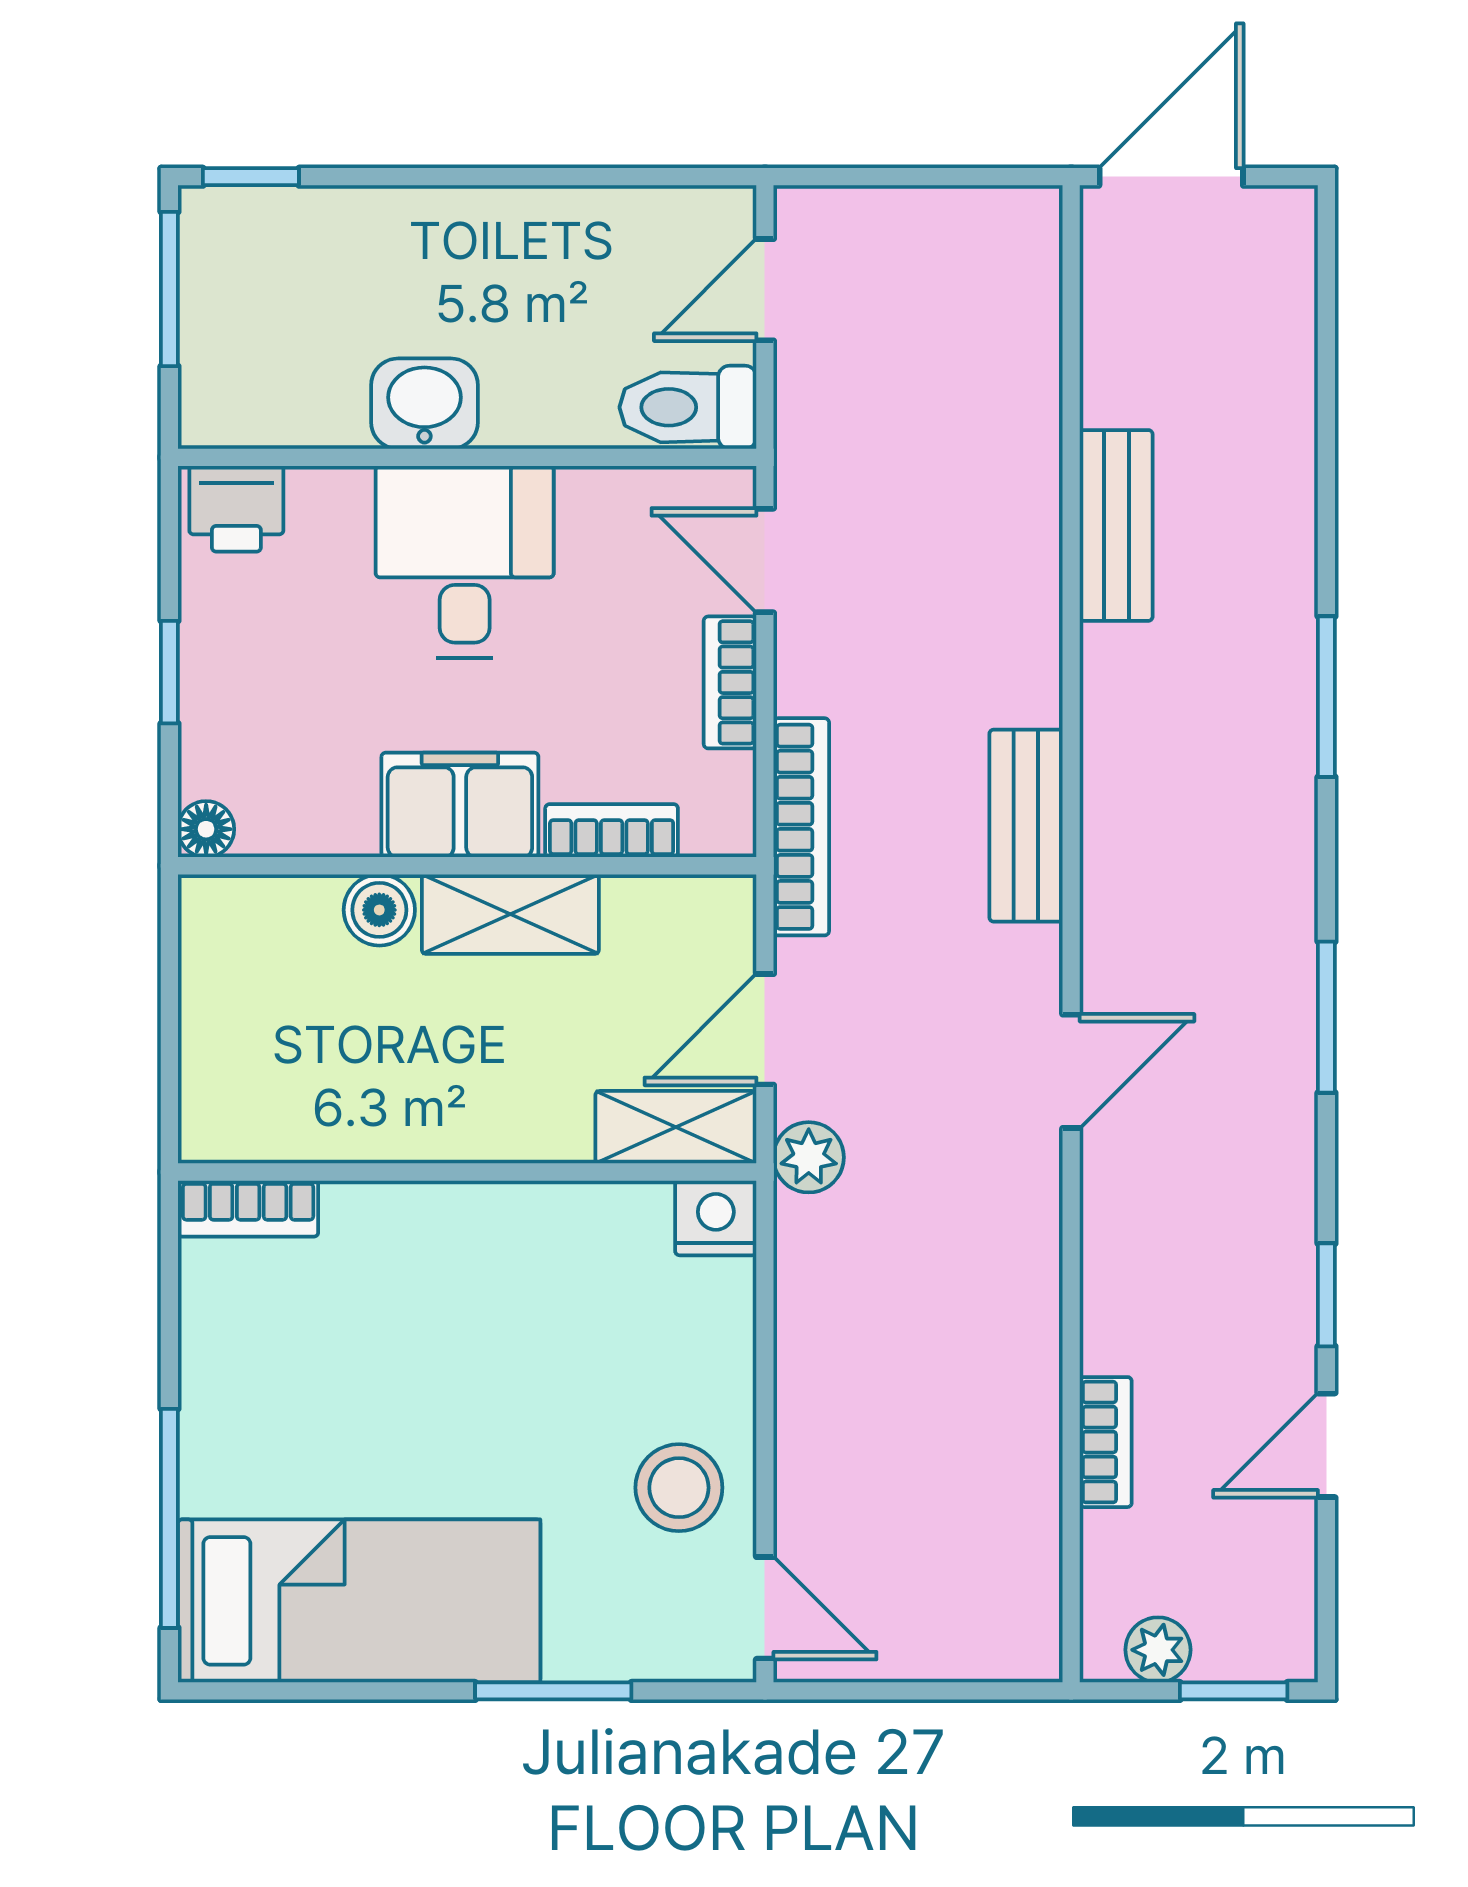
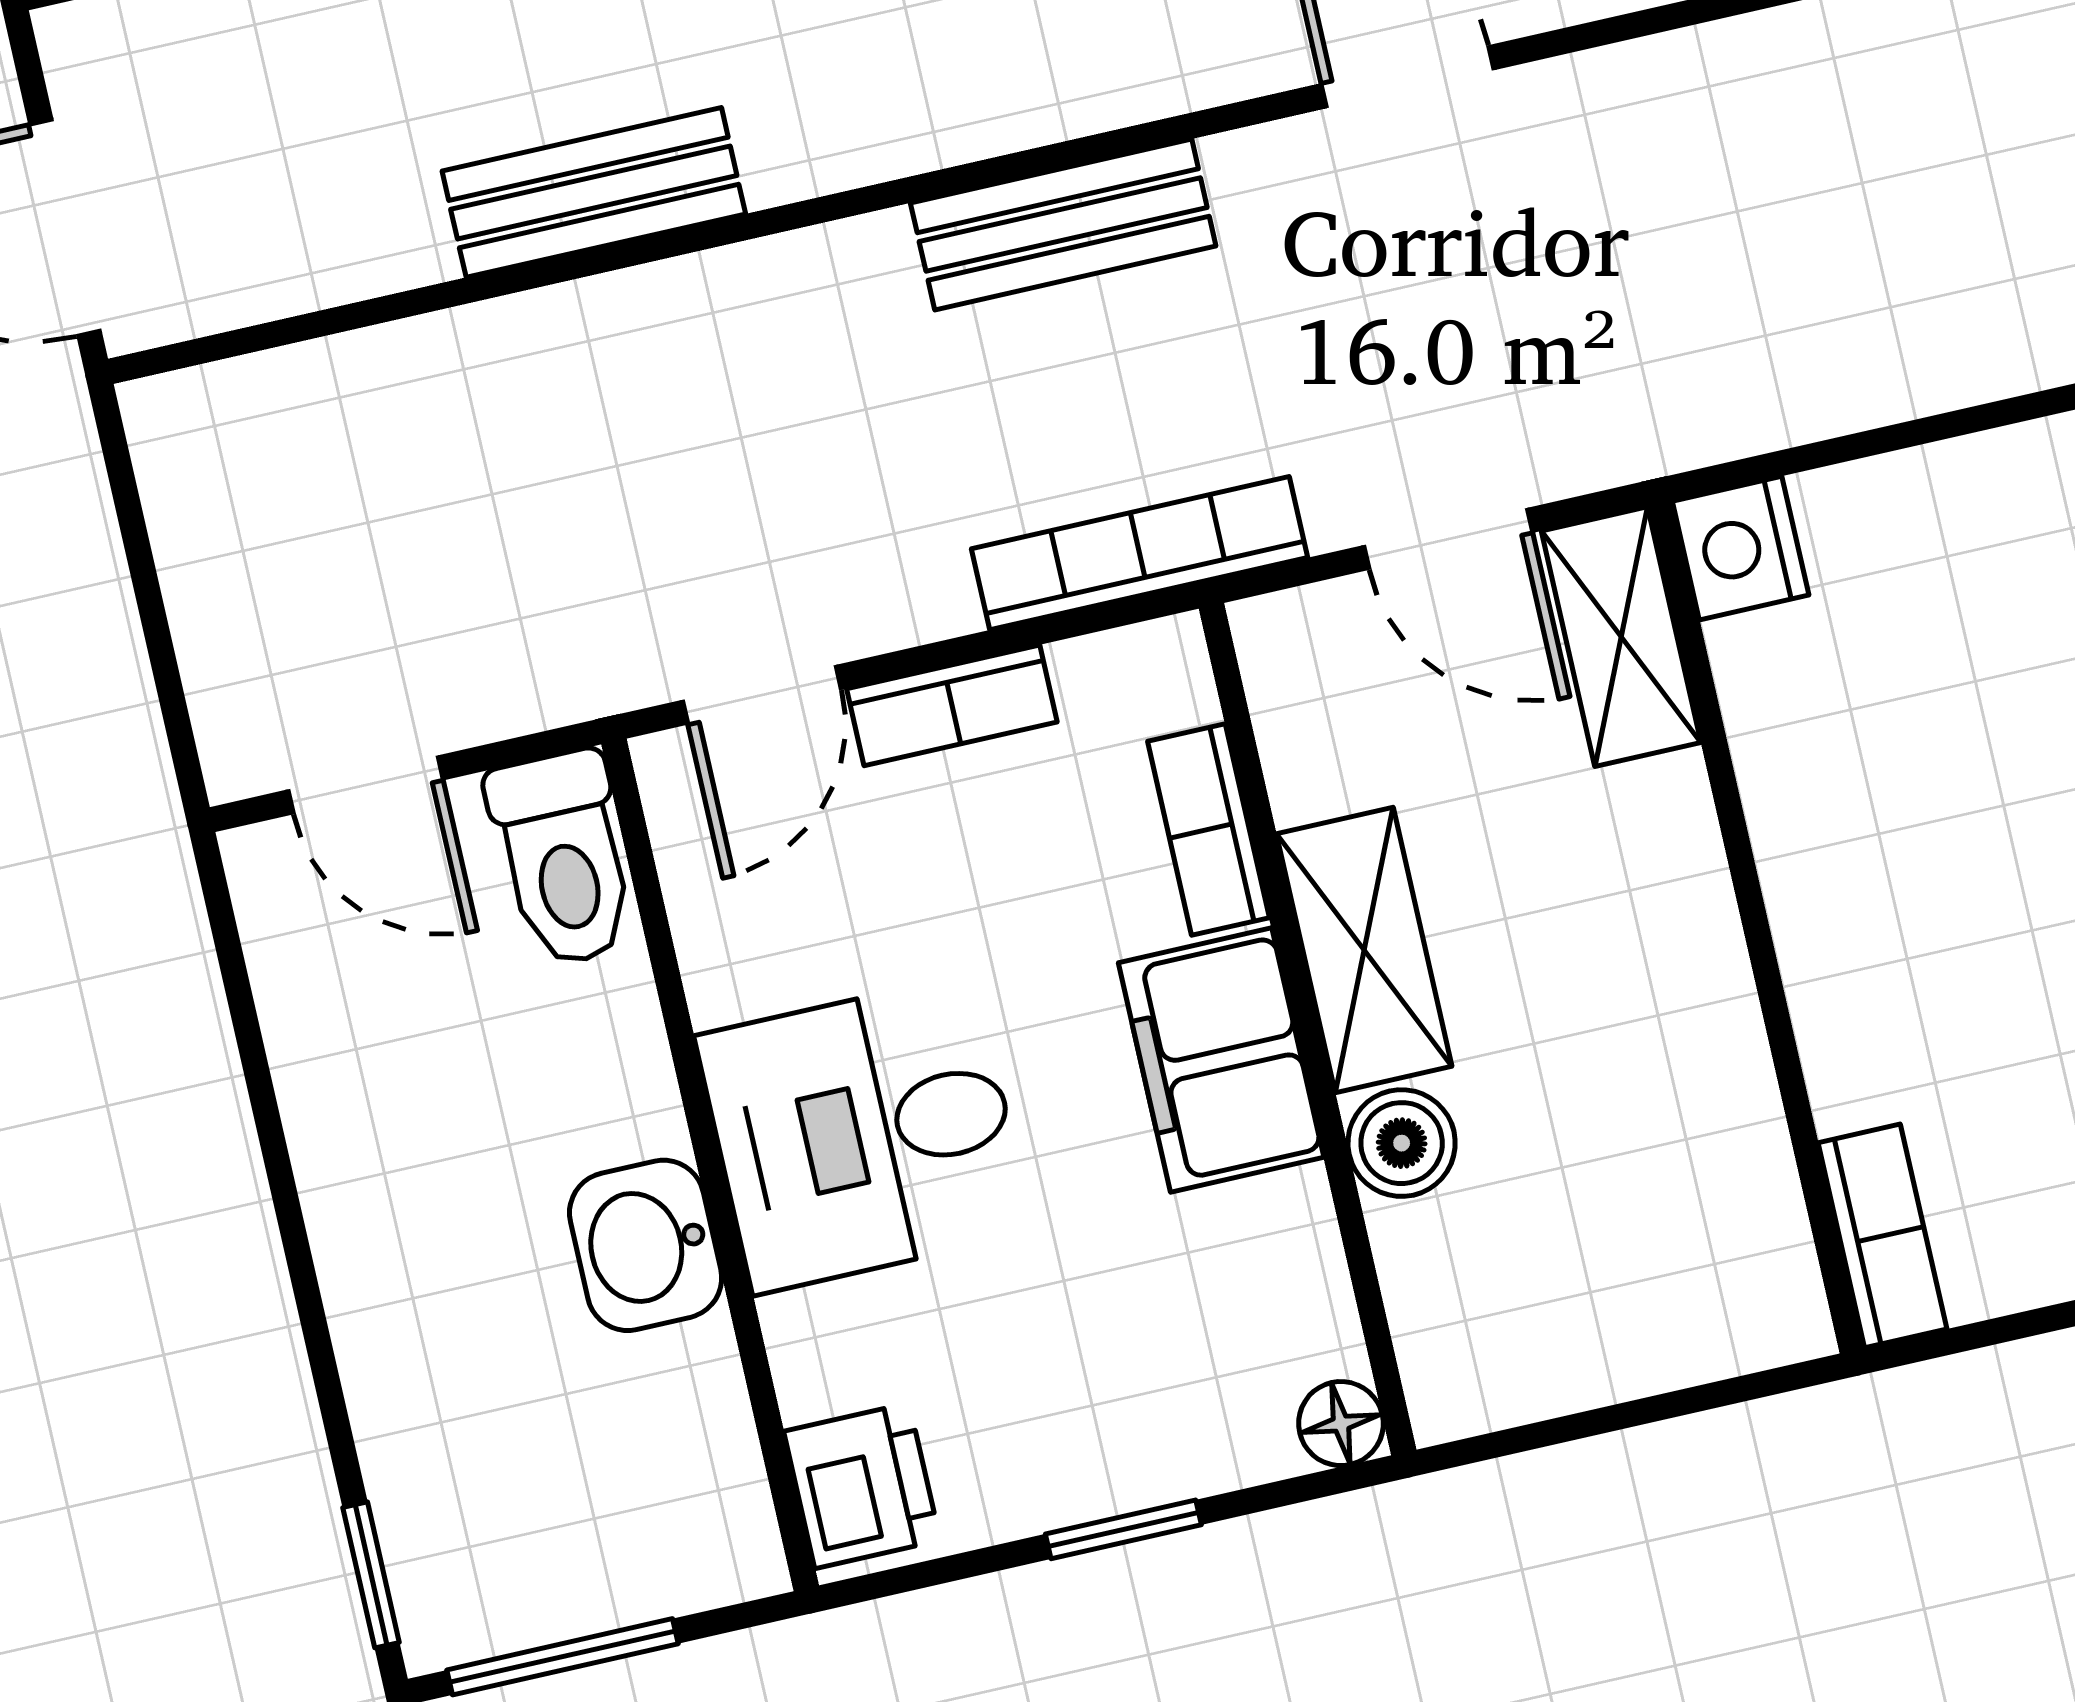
plant: (809, 1157) -> (1621, 432), removed

